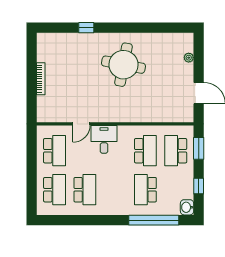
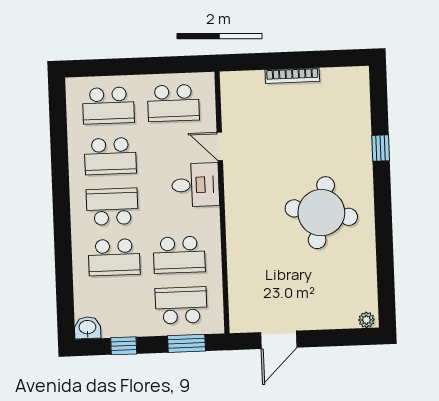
plant: (189, 58) -> (366, 320), moved
school desk: (115, 190) -> (112, 207), added
school desk: (145, 190) -> (114, 257), turned 180
window: (154, 220) -> (64, 273), removed

